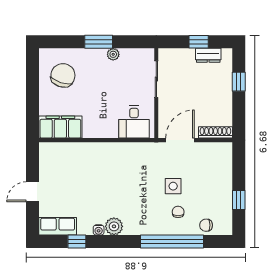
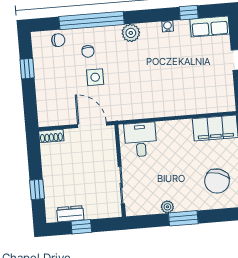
shoe rack: (215, 132) -> (51, 136), width x0.70
door: (180, 140) -> (92, 125), swing flipped
plant: (114, 226) -> (131, 33), moved

